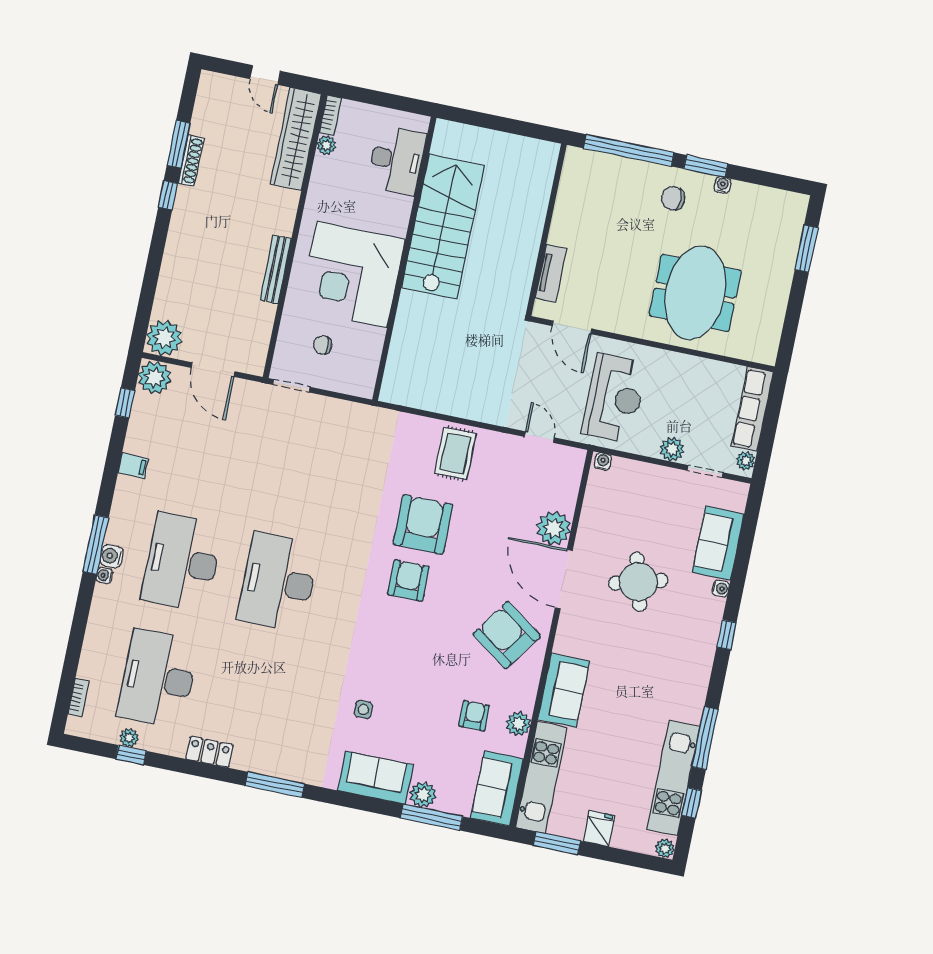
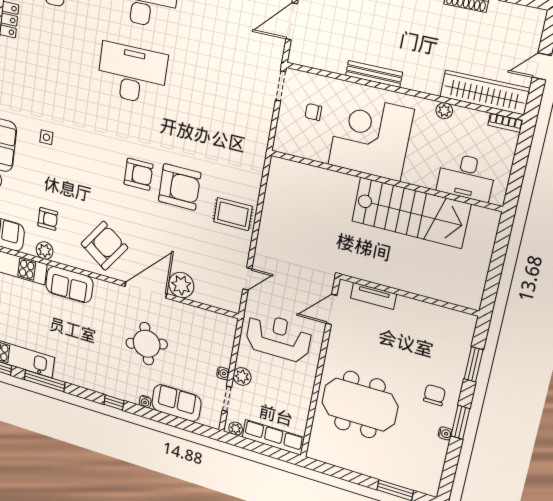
plant: (326, 145) -> (444, 111), moved
window: (629, 150) -> (474, 364), width x0.47
chair: (323, 345) -> (313, 112), turned -88
reception desk: (614, 398) -> (278, 337), turned 180
water cooler: (603, 461) -> (223, 373), moved

